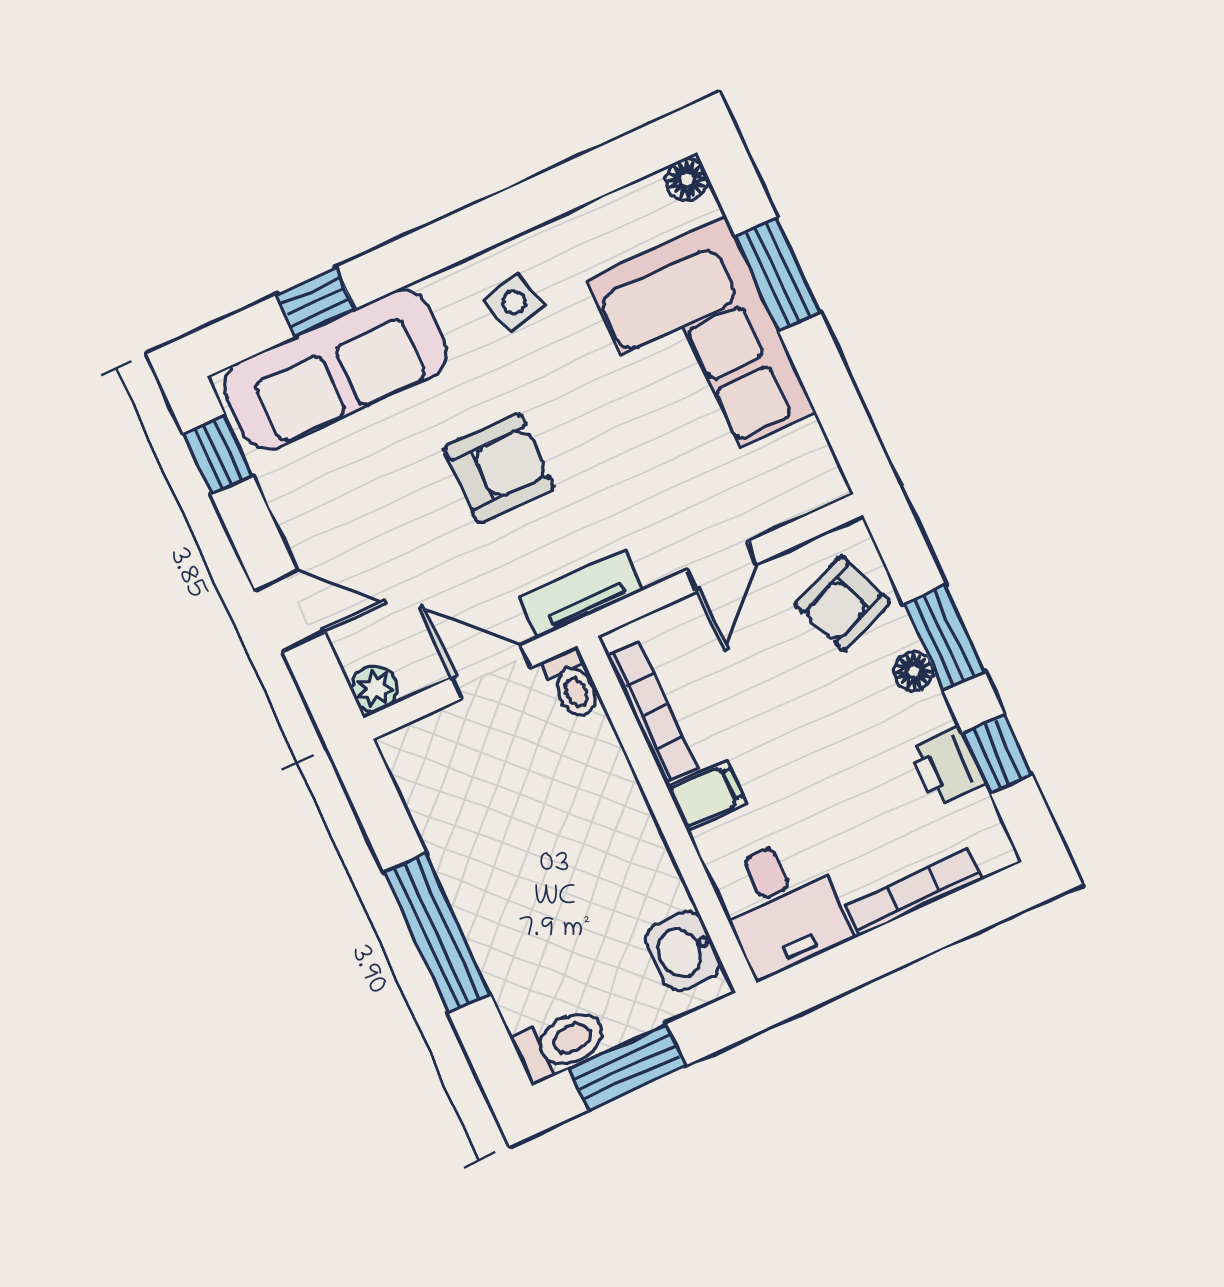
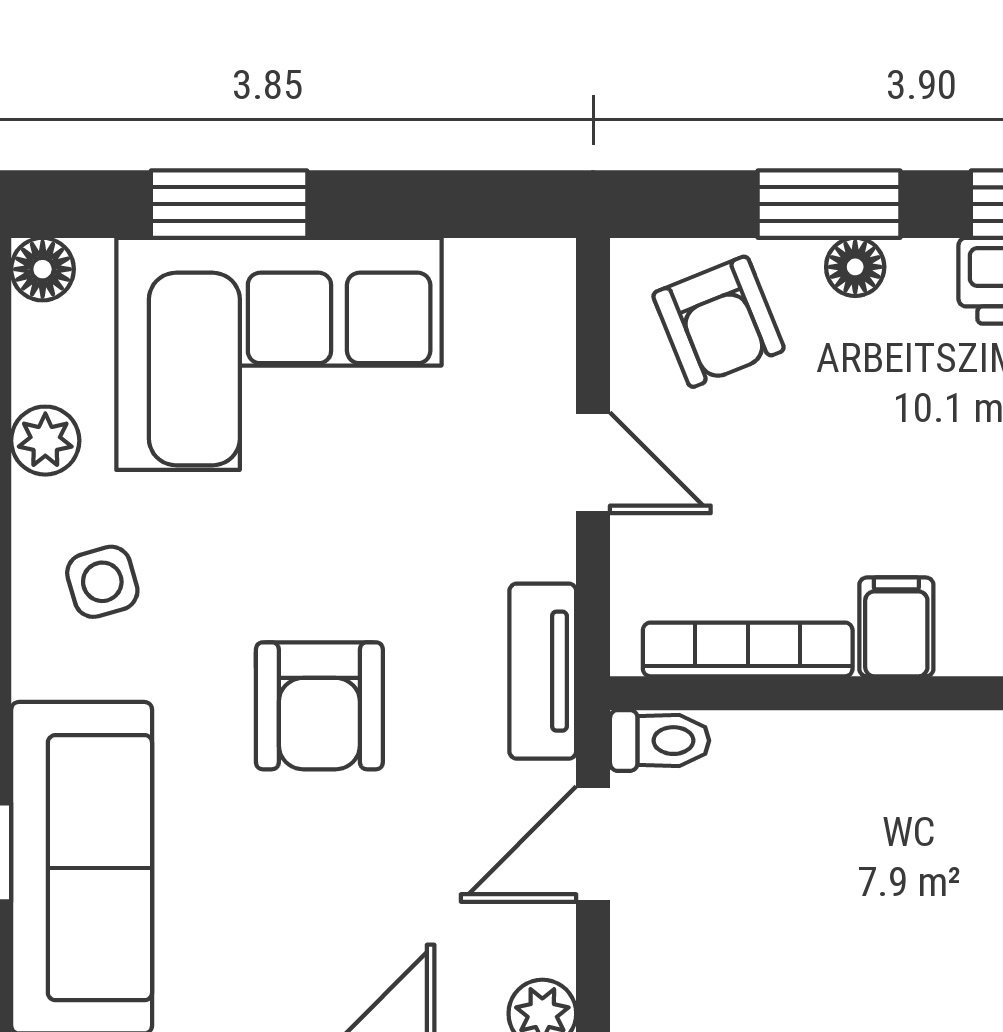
plant: (584, 229) -> (45, 441), added
armchair: (499, 468) -> (319, 706), turned 180

